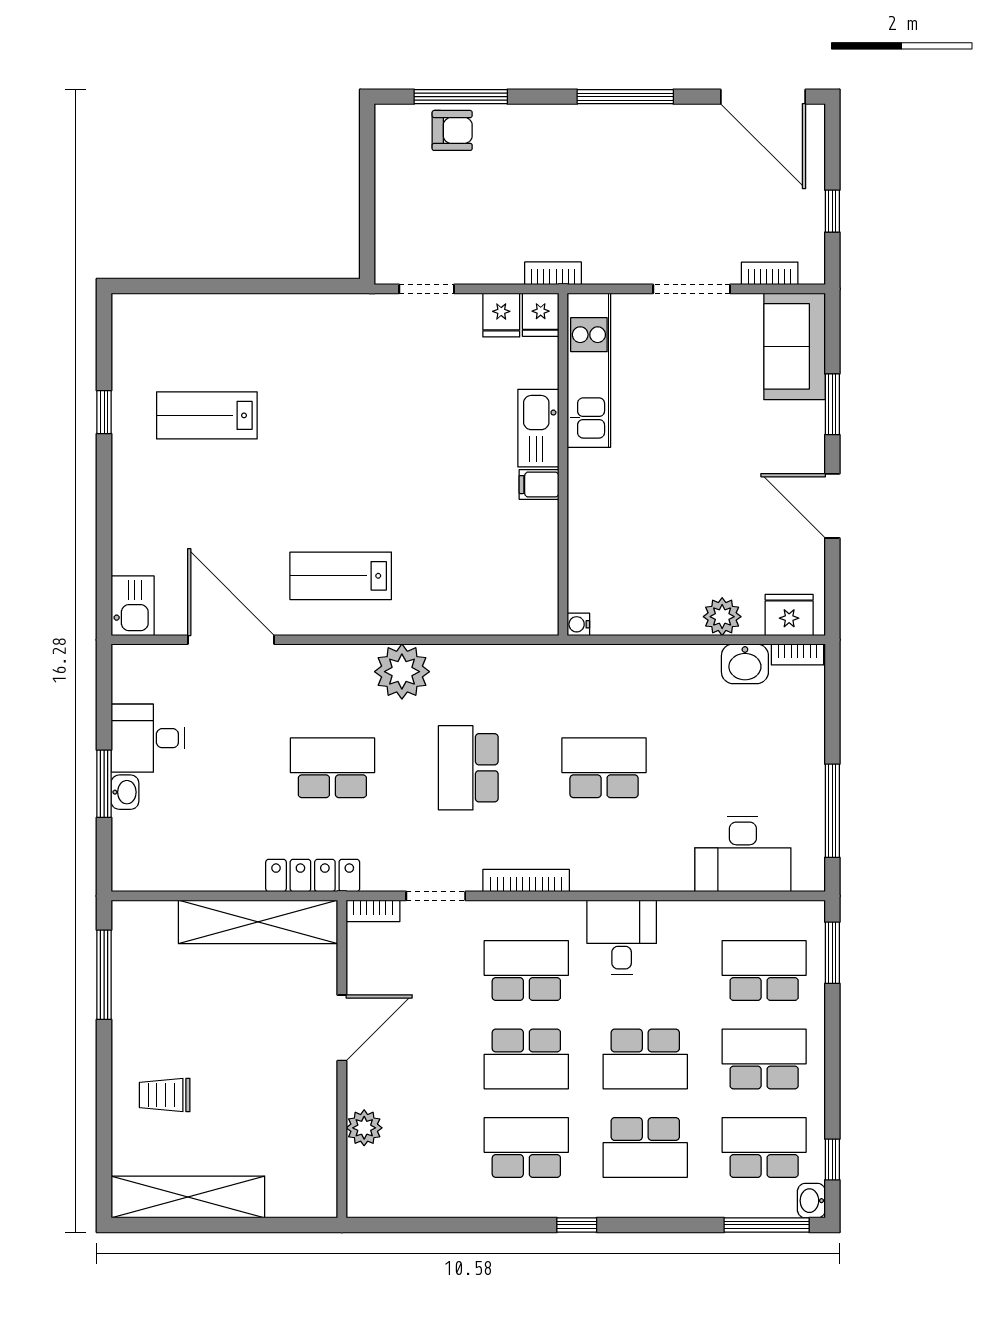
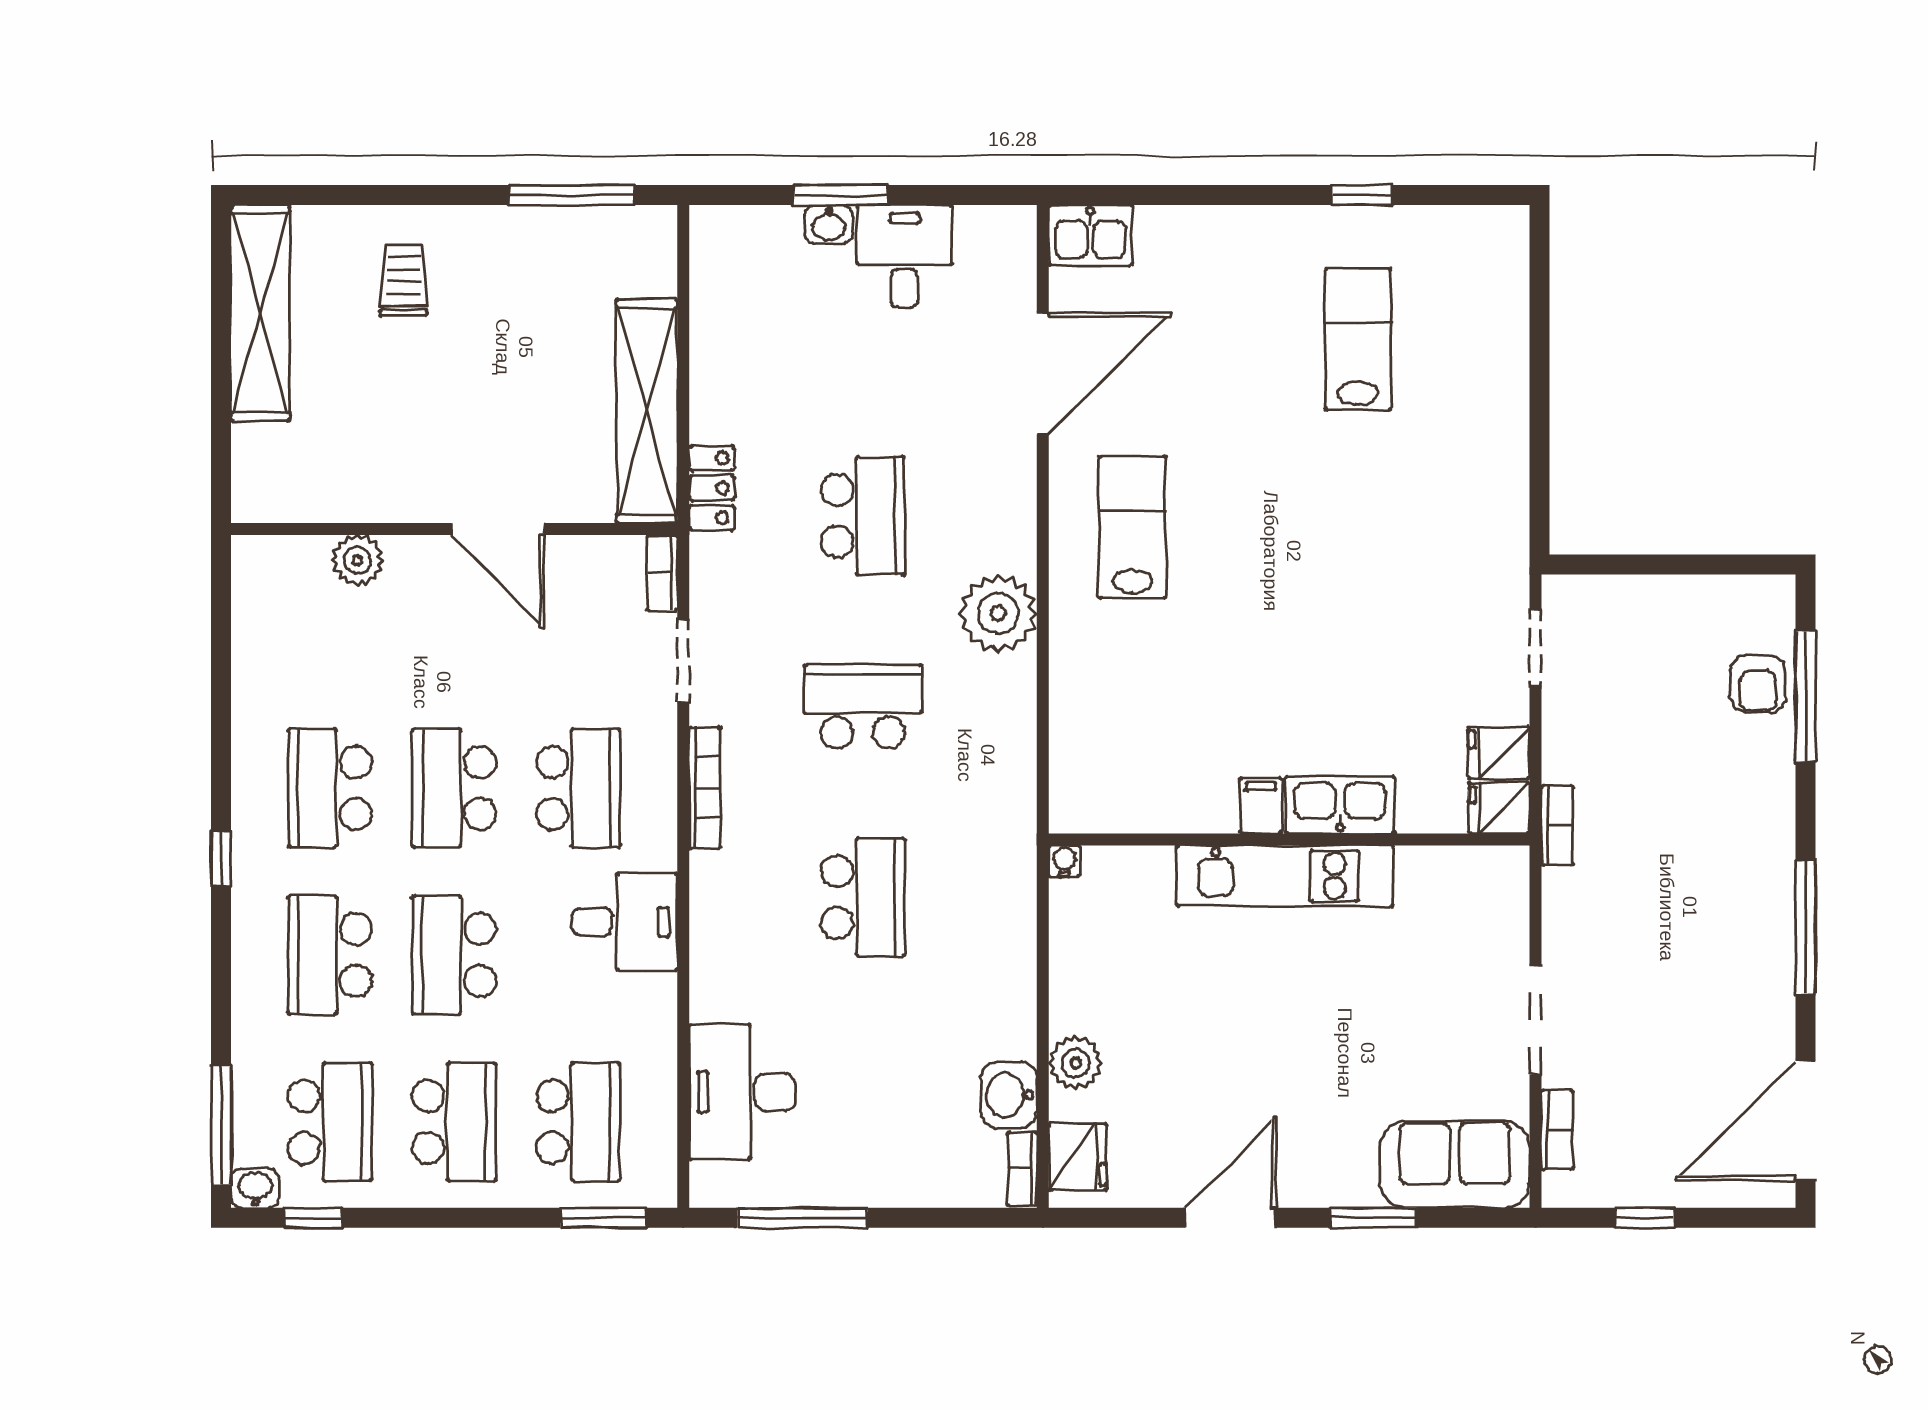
kitchen unit: (589, 370) -> (1285, 876), moved
locker: (313, 875) -> (712, 488), width x0.66
school desk: (526, 1148) -> (330, 788), turned 180

